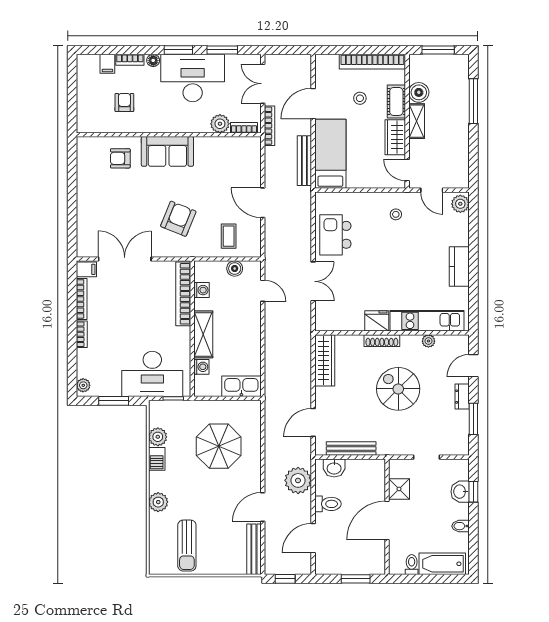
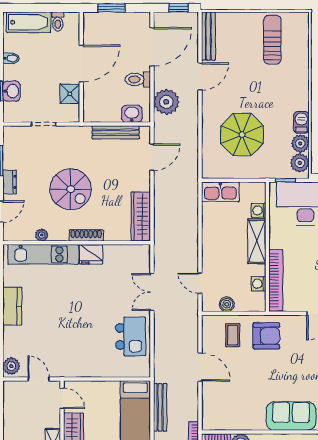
stool: (396, 214) -> (73, 356), removed
armchair: (178, 219) -> (266, 336), moved, turned -112
plant: (158, 502) -> (300, 163), moved
door: (313, 538) -> (152, 47), width x1.36

